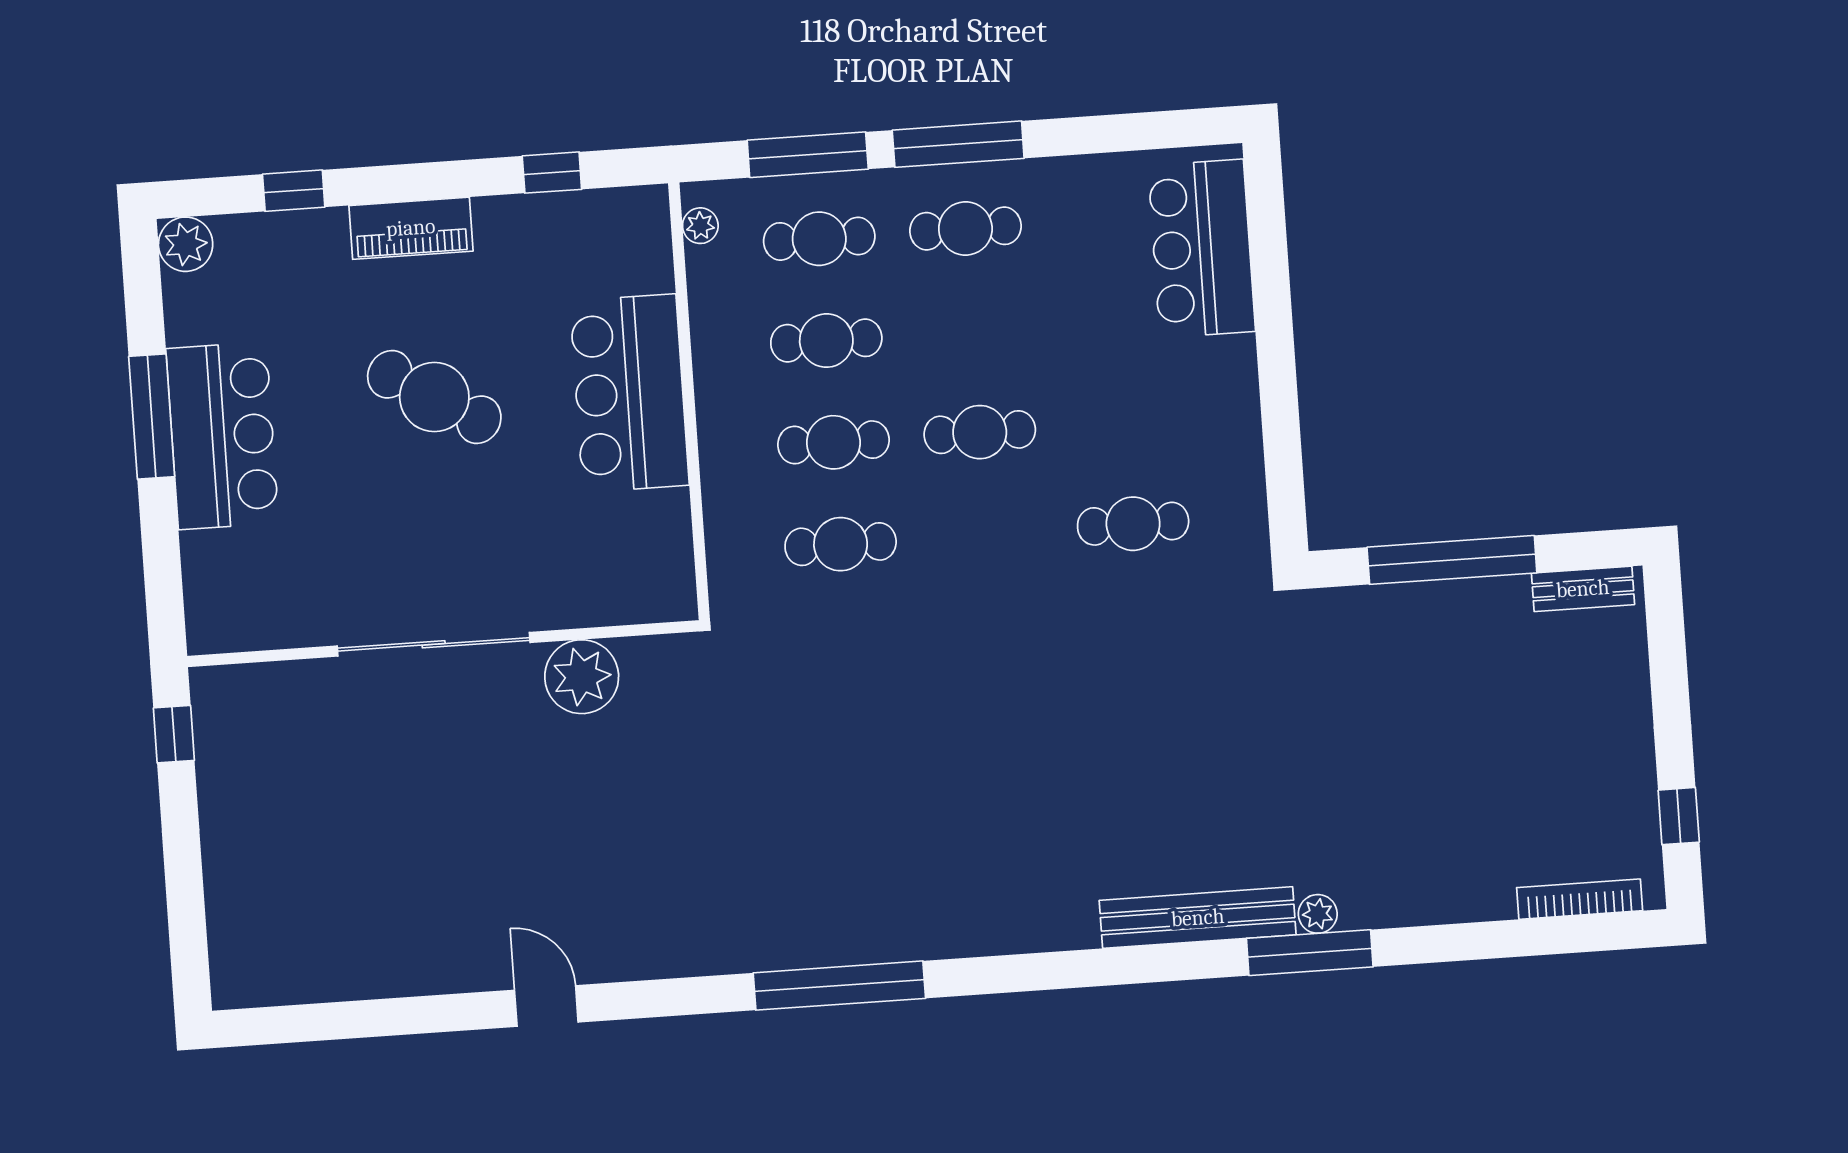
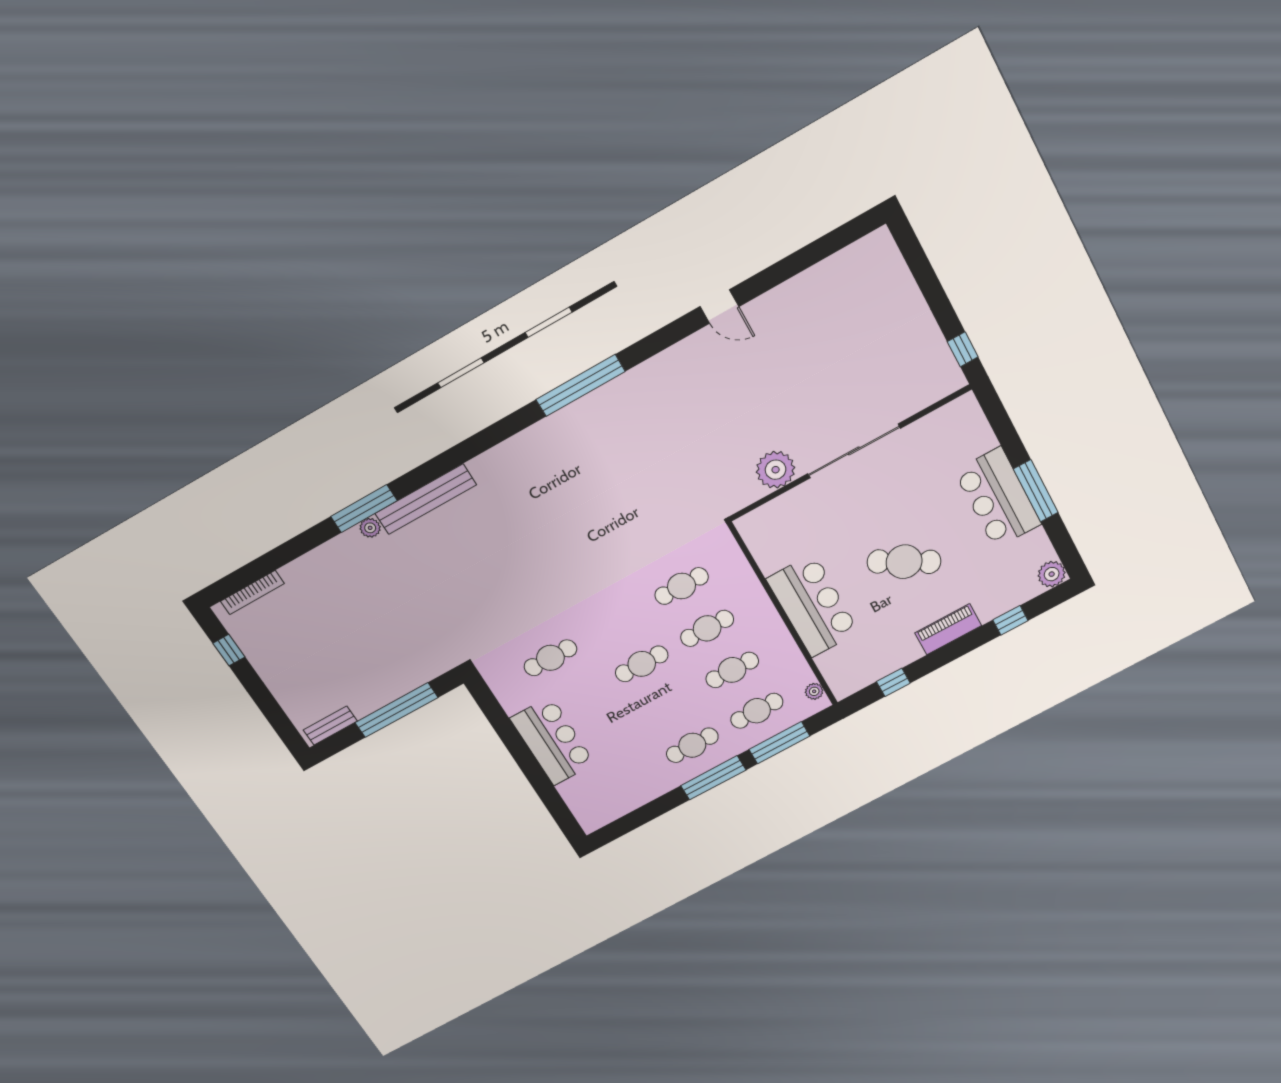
bar counter: (1202, 249) -> (552, 741), moved

